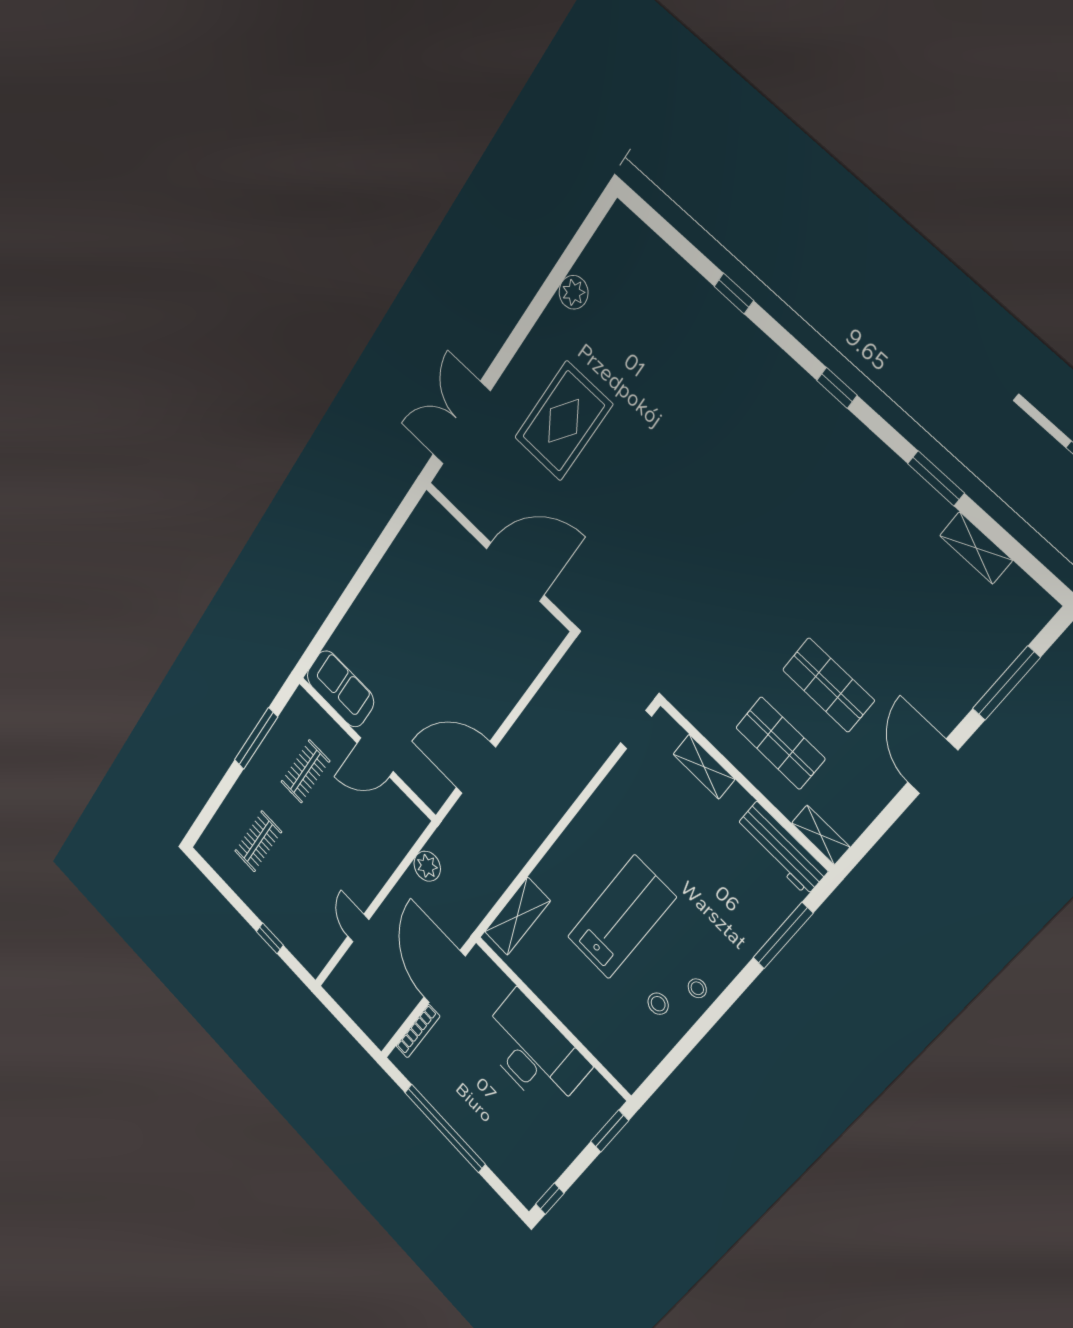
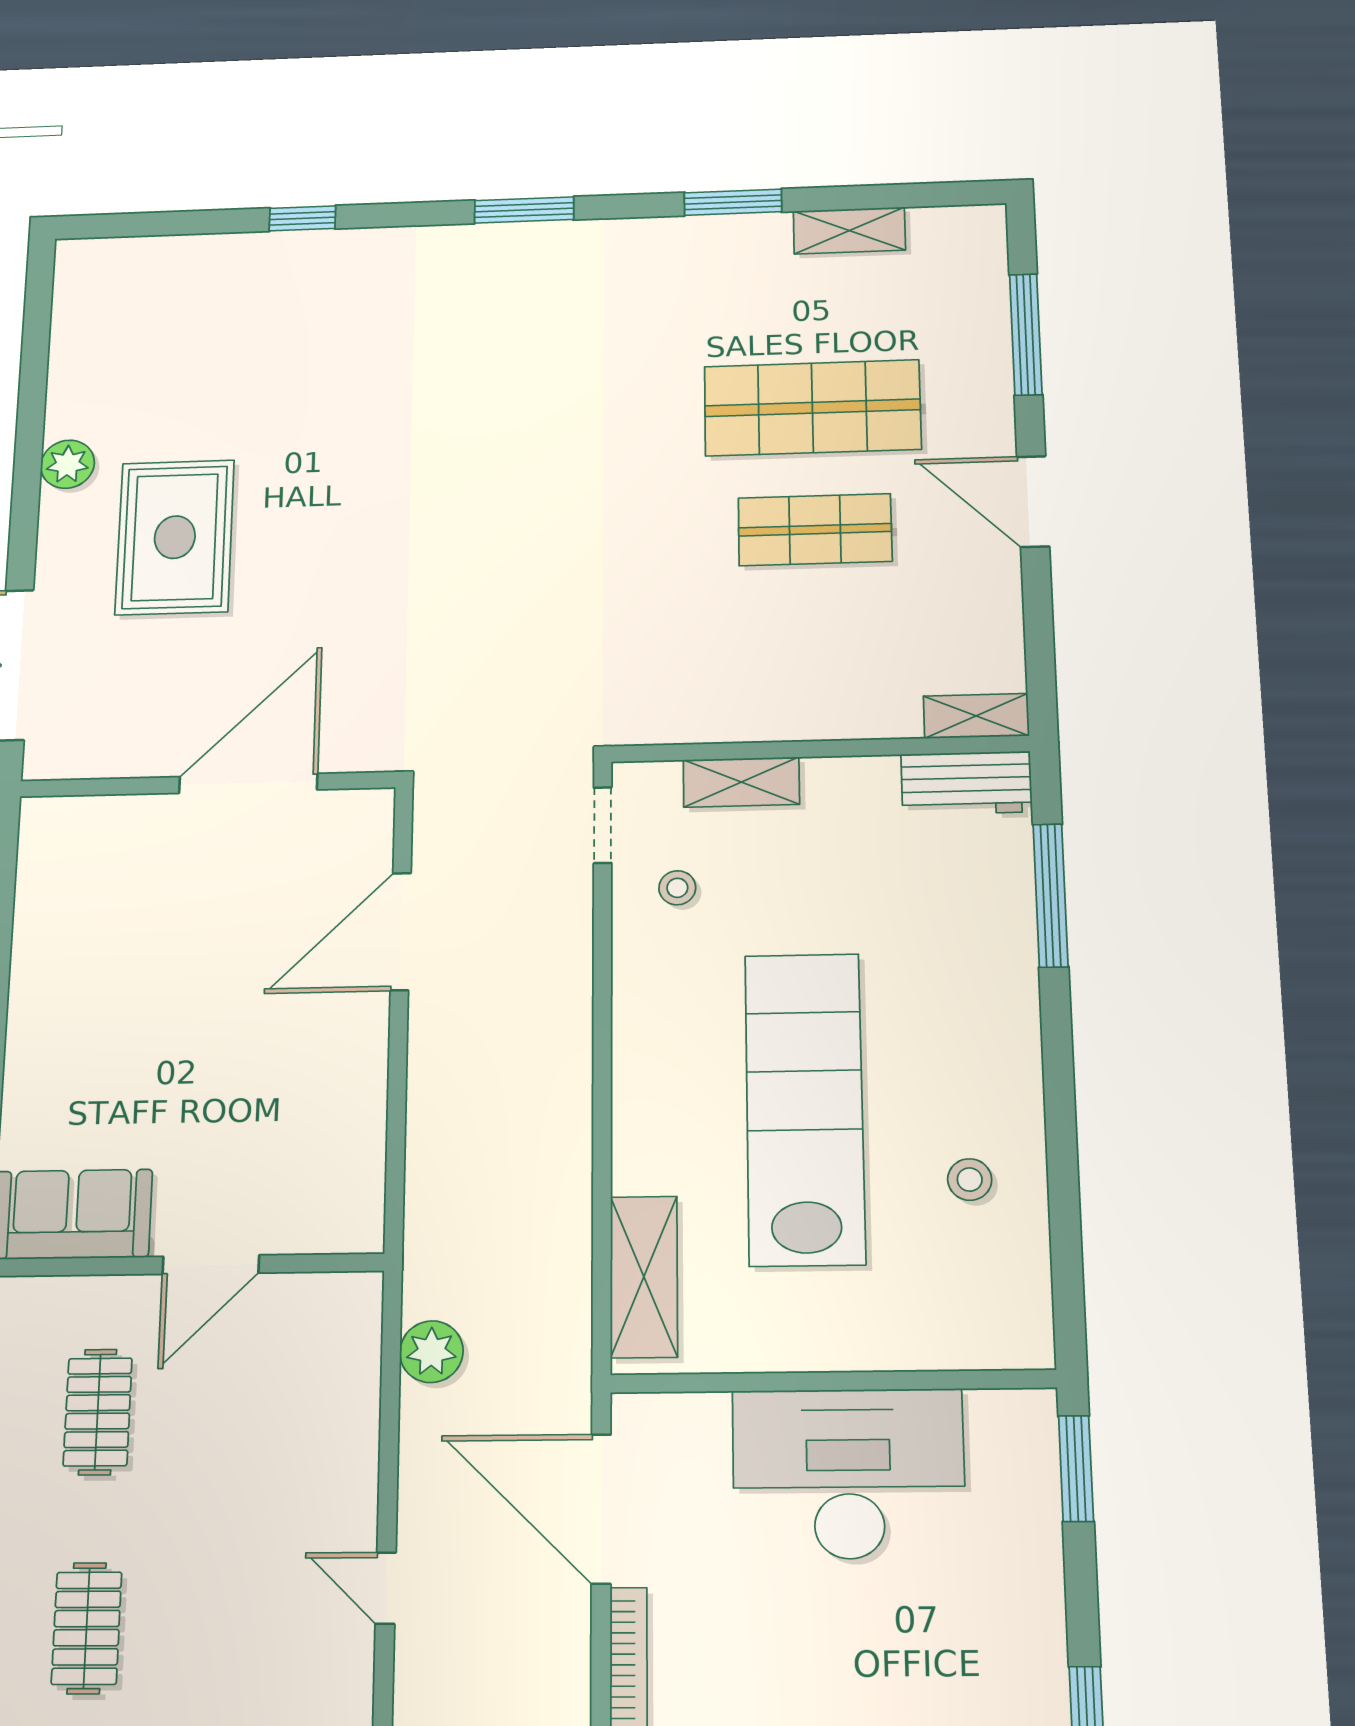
plant: (574, 292) -> (67, 464), moved
window: (837, 388) -> (524, 210), width x1.50
shop shelf: (780, 743) -> (812, 408), moved, width x1.43, depth x1.36
door: (476, 767) -> (401, 931), moved
workbench: (782, 849) -> (966, 783), width x0.73
lab bench: (621, 917) -> (805, 1108), width x1.36
stool: (697, 988) -> (677, 888), moved

